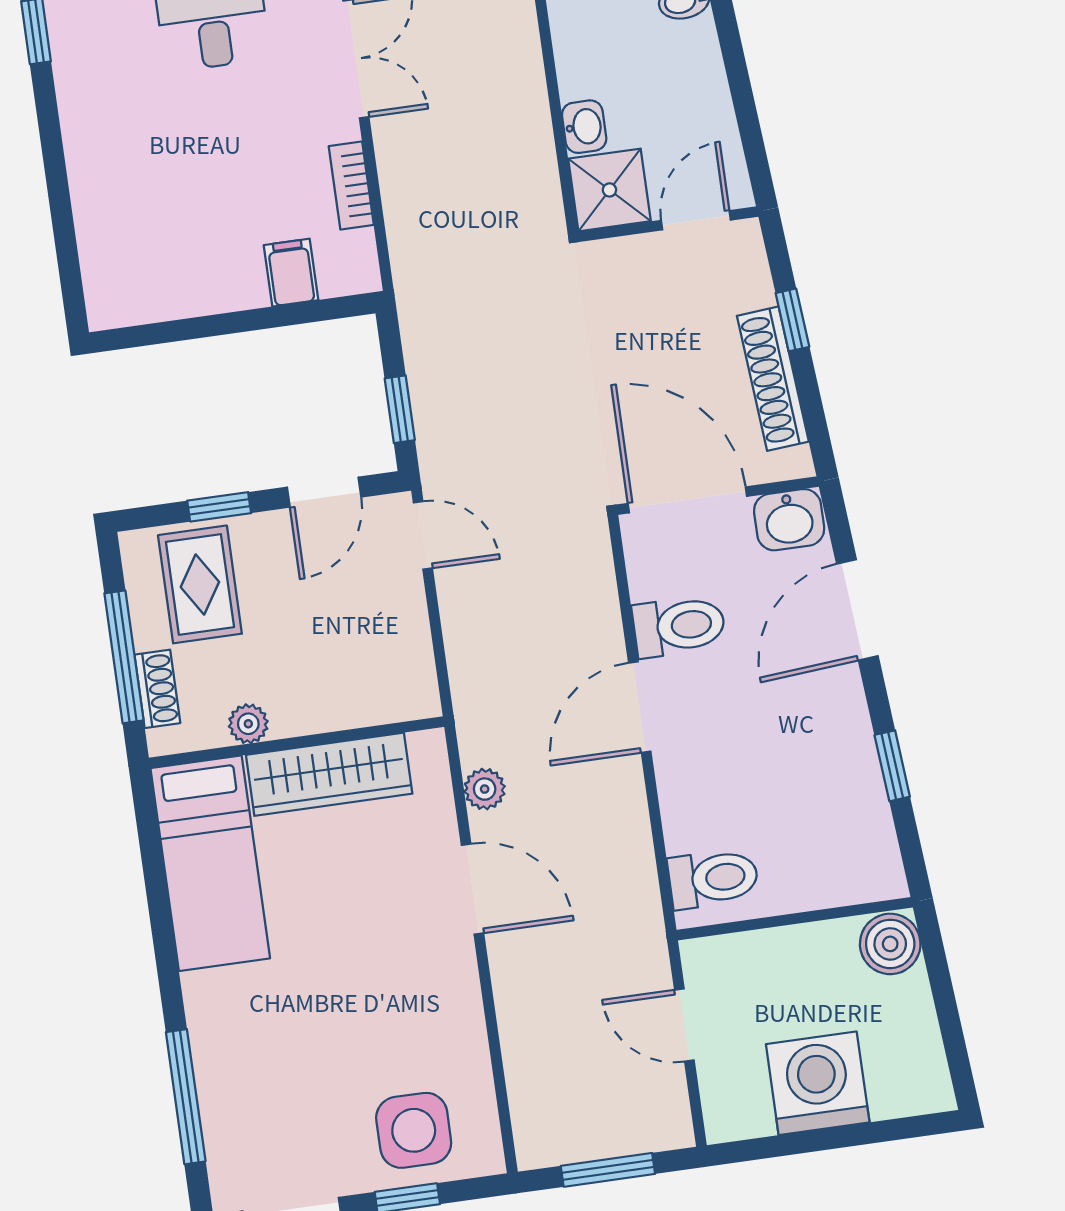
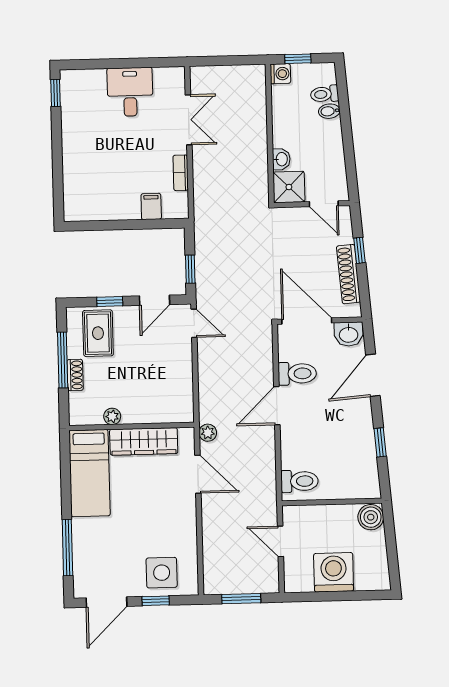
door: (696, 220) -> (324, 204), swing flipped
plant: (248, 724) -> (112, 416), moved
wall: (297, 742) -> (132, 426), moved
wardrobe: (329, 774) -> (144, 441), moved
bed: (210, 863) -> (90, 473), moved

